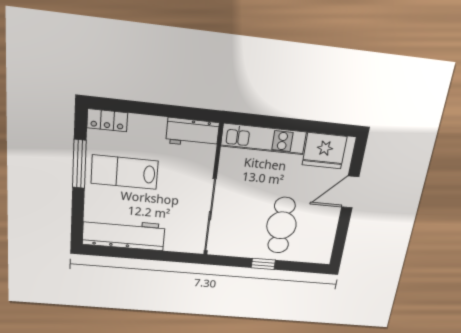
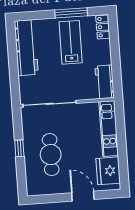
cafe table: (281, 225) -> (51, 155), turned 90

